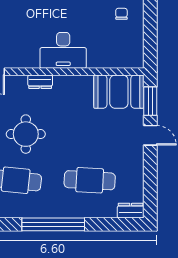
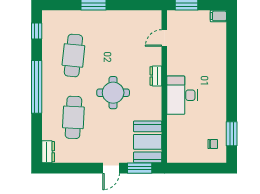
round table: (26, 134) -> (113, 93), moved

